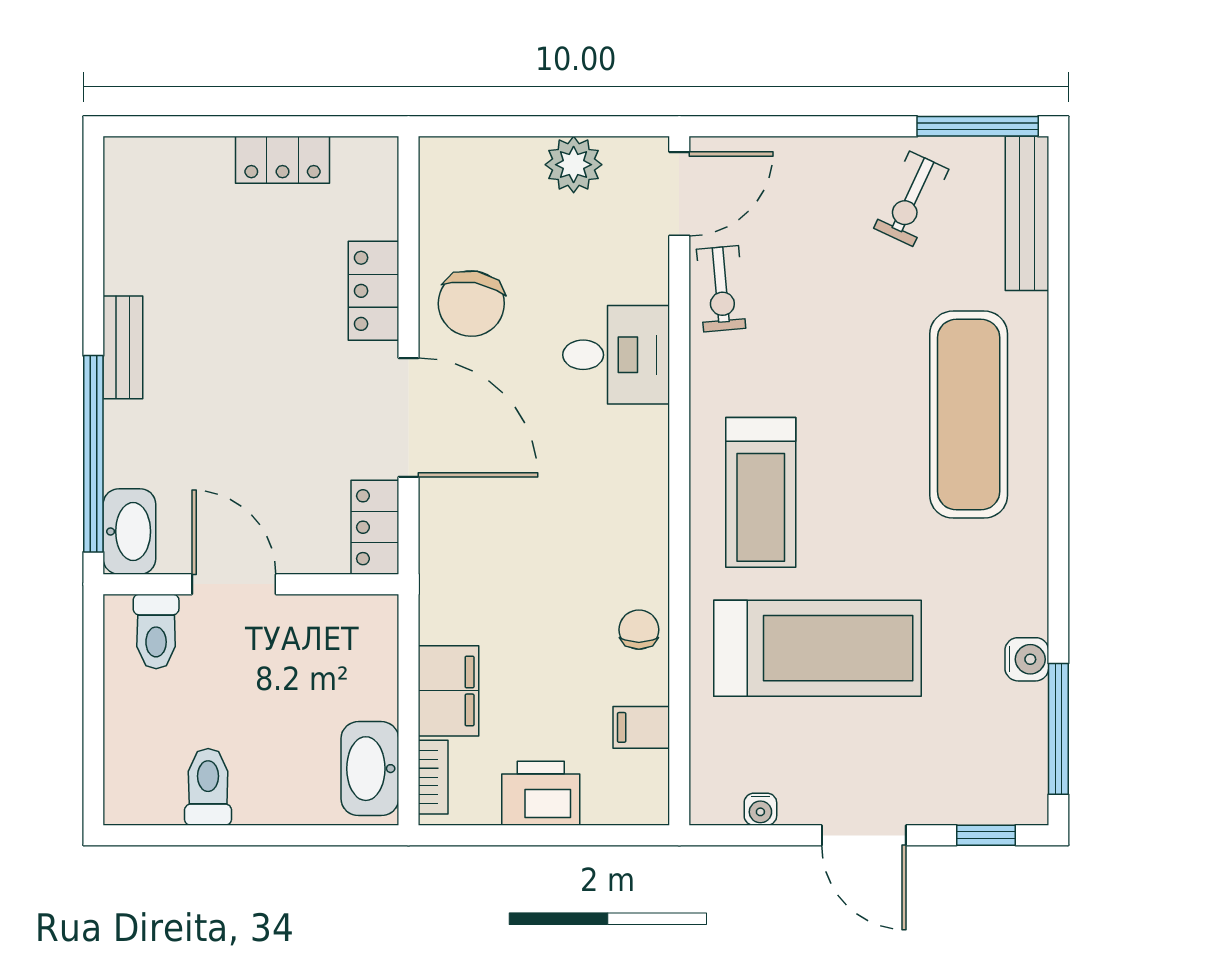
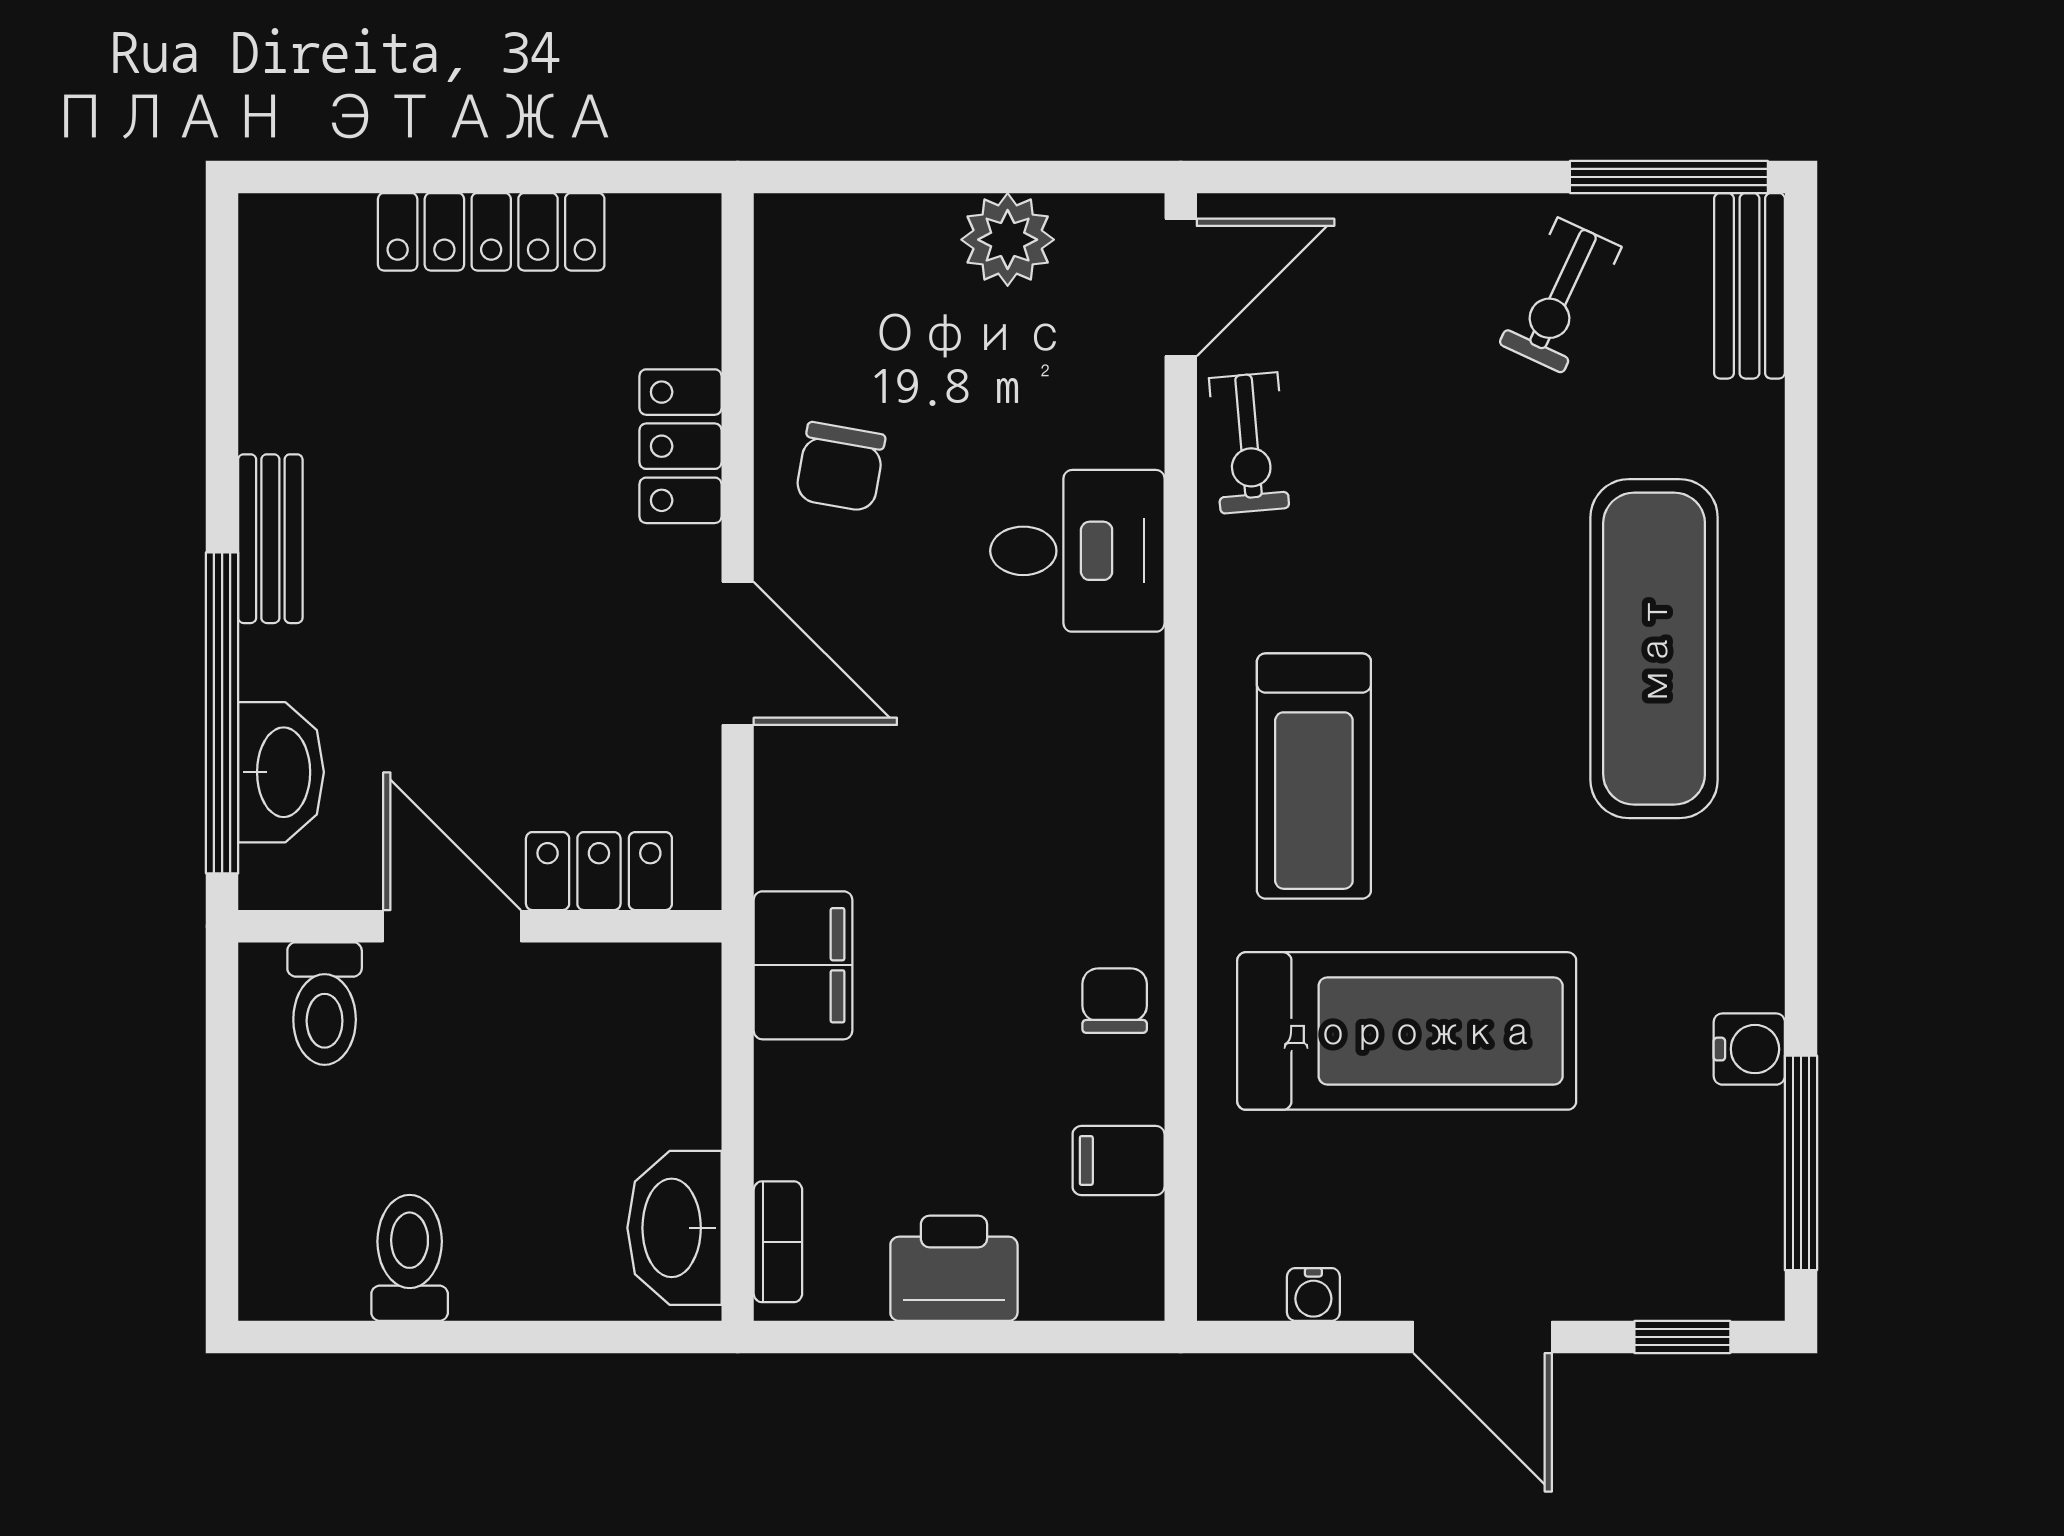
locker: (283, 160) -> (491, 232), width x1.53
bench: (1027, 213) -> (1749, 286), width x0.73
chair: (471, 303) -> (840, 467), width x0.73, depth x0.73
door: (409, 417) -> (738, 653), width x0.73
locker: (375, 527) -> (599, 871), moved, turned 90
washbasin: (129, 531) -> (281, 772), moved
filing cabinet: (448, 691) -> (803, 965), moved

